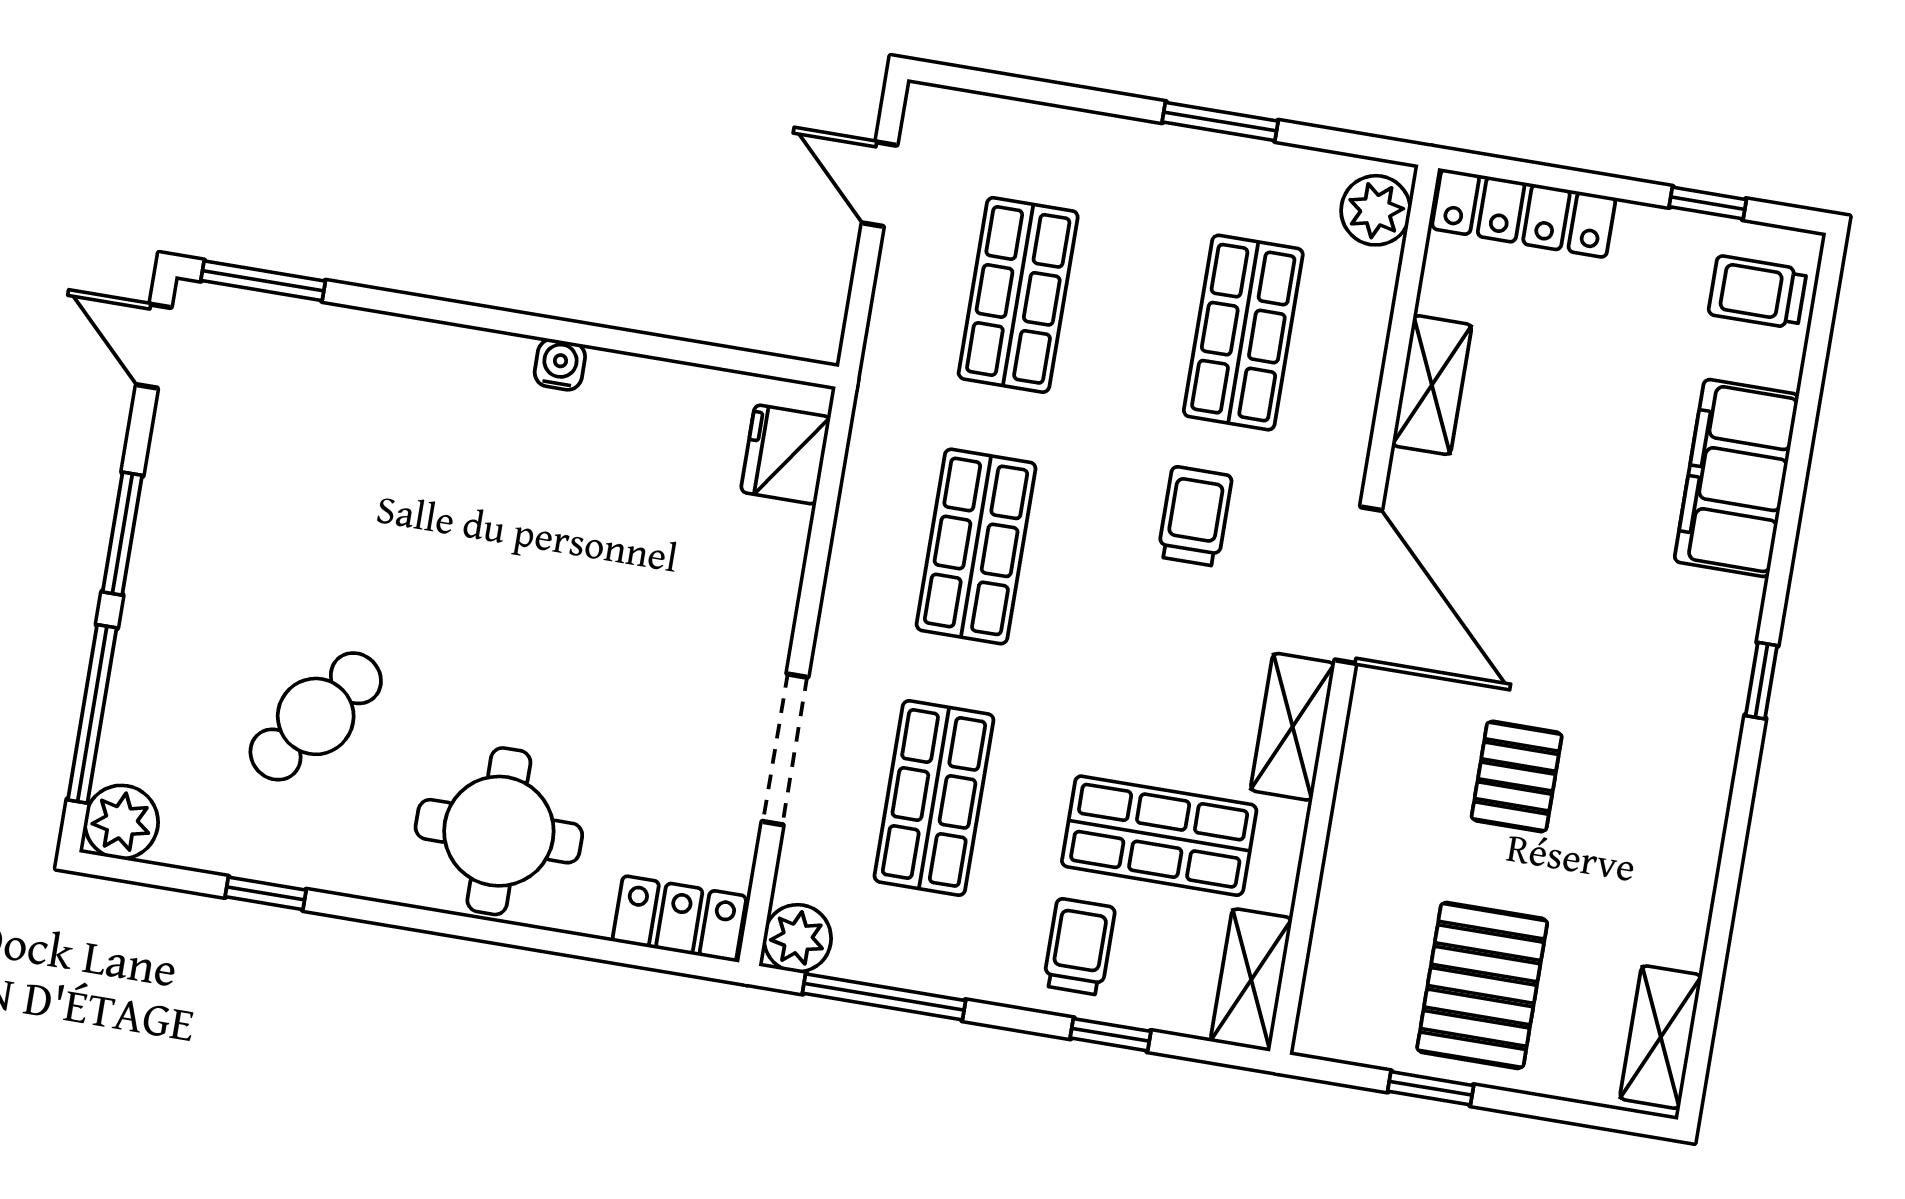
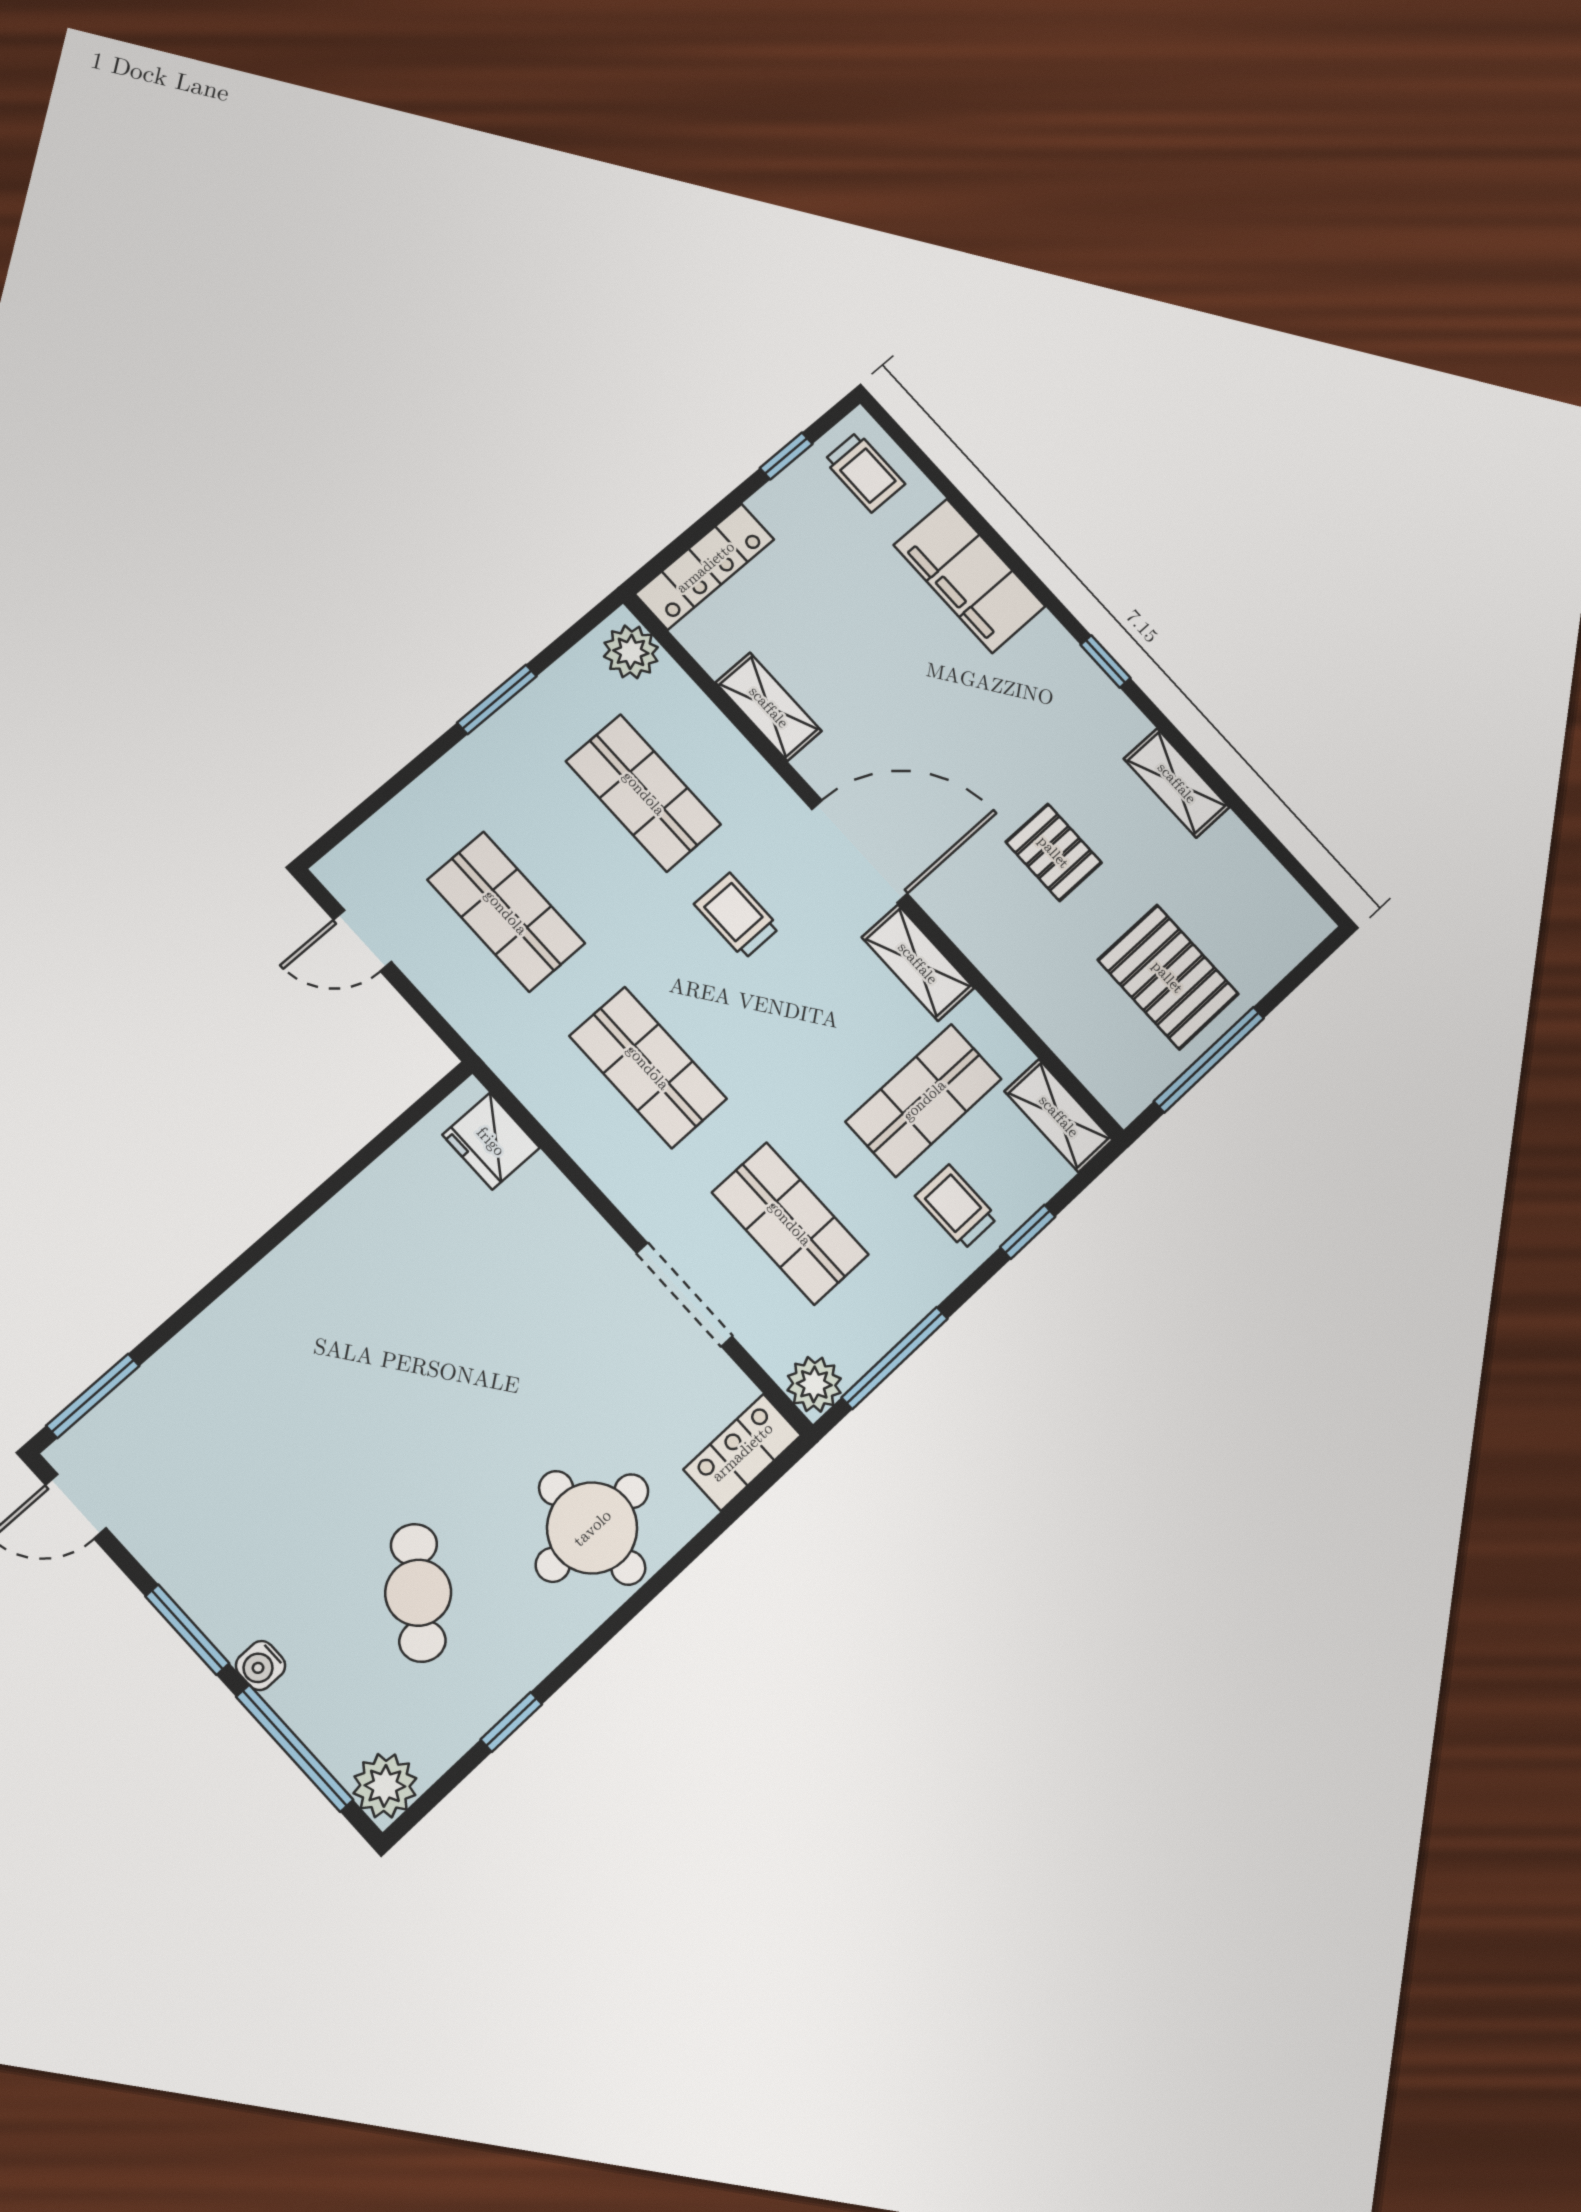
trolley: (1757, 292) -> (864, 472), turned -90
water cooler: (560, 365) -> (261, 1666), moved, turned -90
shelving: (1661, 1037) -> (1177, 783), moved
window: (1431, 1088) -> (1209, 1060), width x2.17

